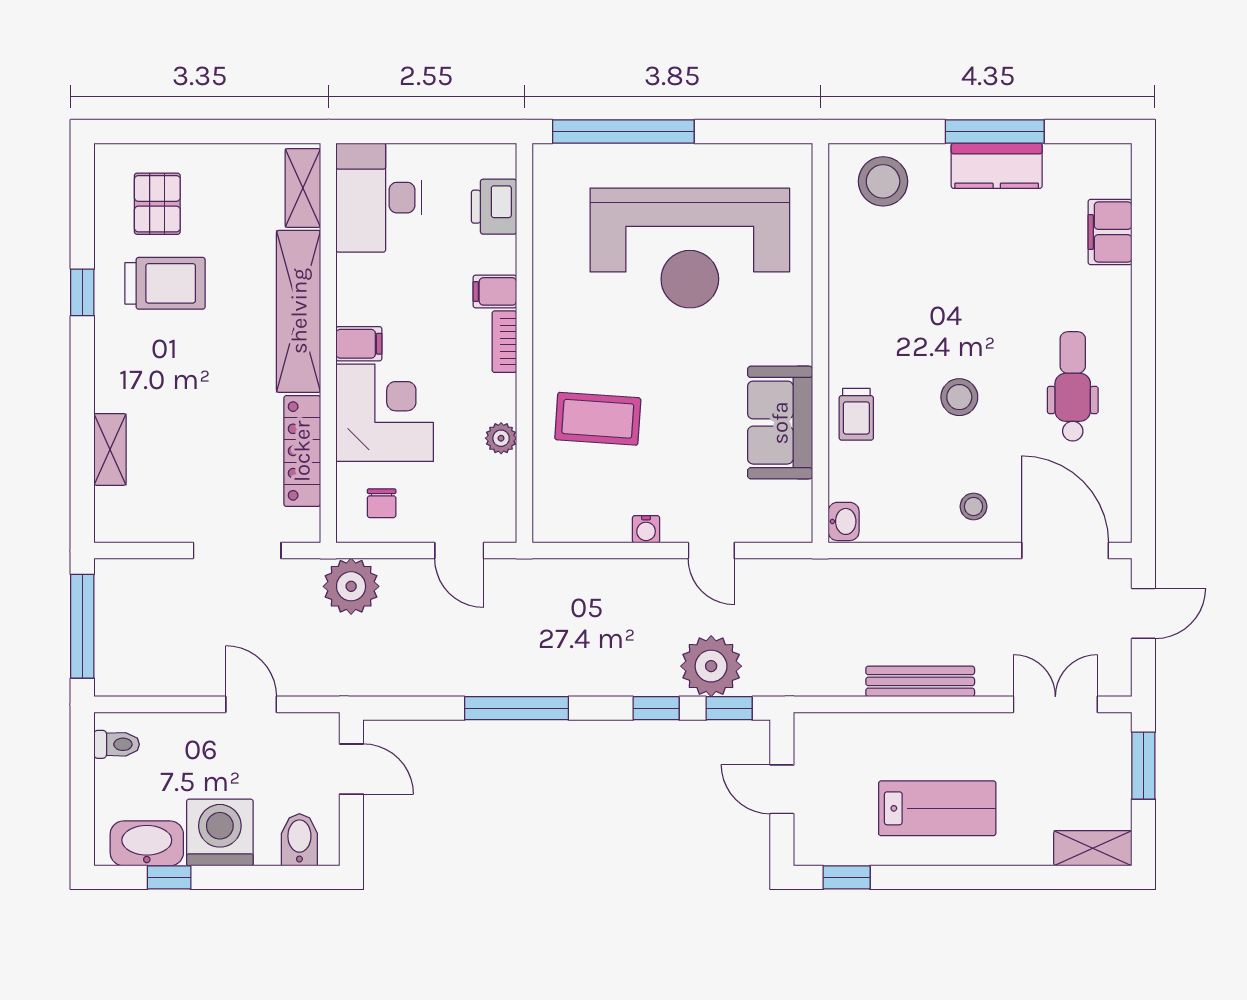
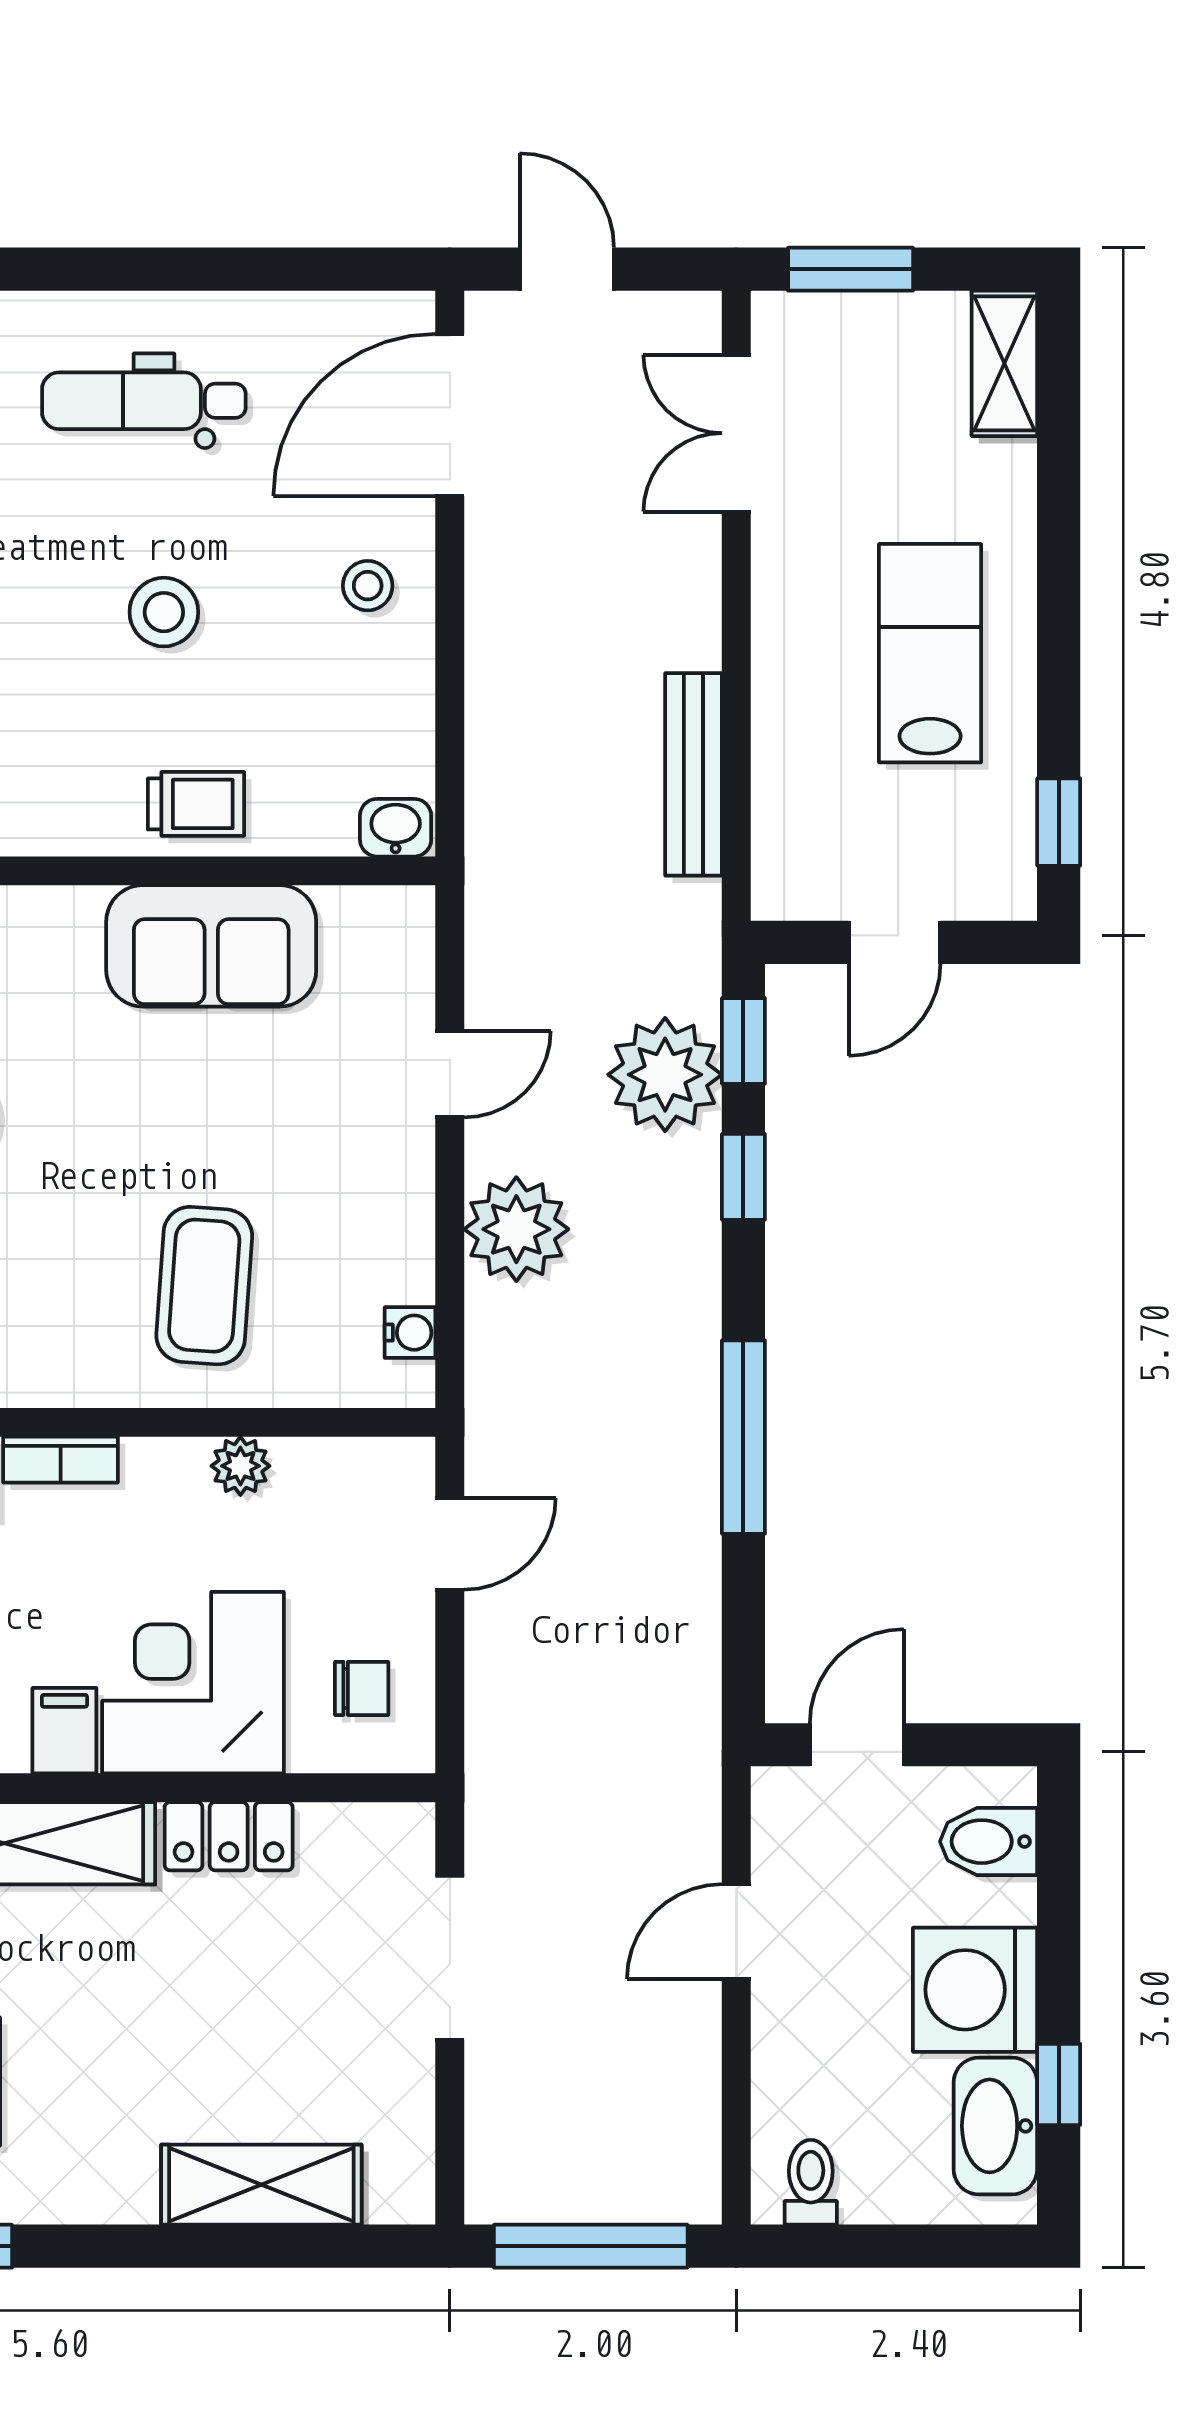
shelving: (110, 449) -> (261, 2185), width x1.50, depth x1.33
locker: (302, 451) -> (229, 1836), width x0.66
water cooler: (646, 529) -> (410, 1333), moved
plant: (351, 586) -> (516, 1229), moved
bench: (920, 681) -> (694, 774), moved

